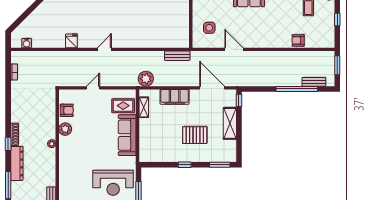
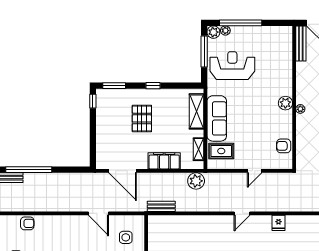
window: (239, 100) -> (93, 101), moved
shelving: (230, 123) -> (196, 111), moved
plant: (65, 129) -> (285, 103), moved
pallet: (195, 135) -> (142, 118), turned 90

